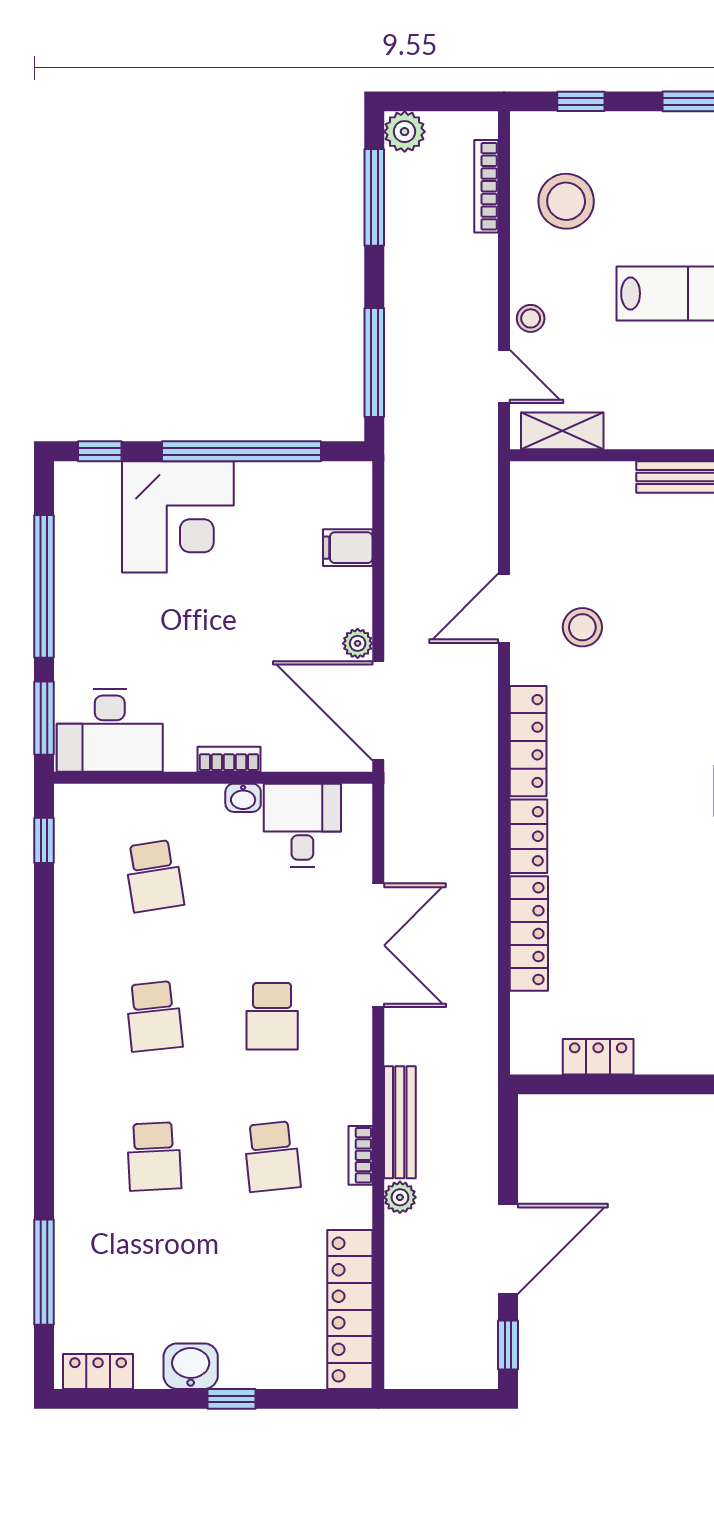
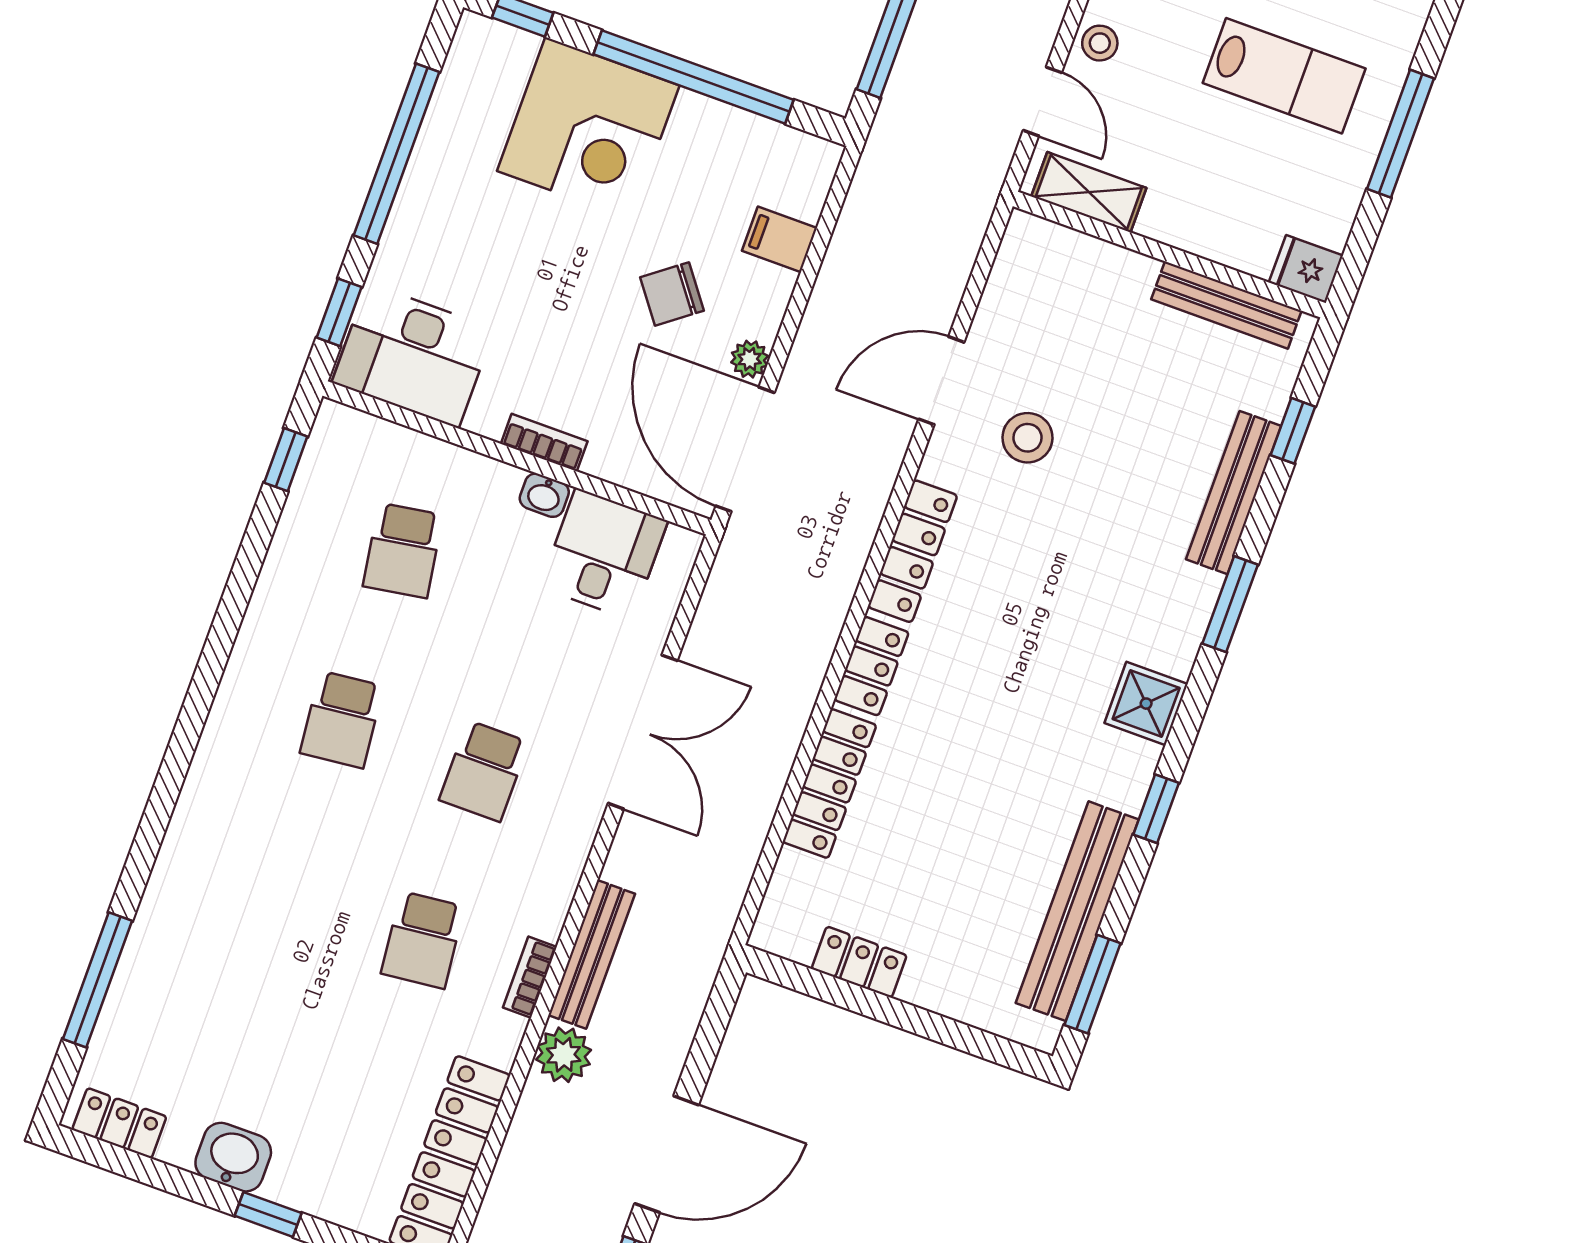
chair: (283, 616) -> (672, 294), added
window: (44, 718) -> (339, 312), width x0.67
school desk: (154, 1156) -> (281, 888), removed
plant: (400, 1197) -> (564, 1055), width x1.38, depth x1.38

